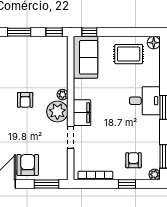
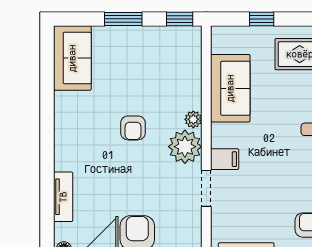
window: (89, 32) -> (262, 19), moved
sofa: (86, 57) -> (230, 88), moved
filing cabinet: (82, 113) -> (225, 159), width x0.50

